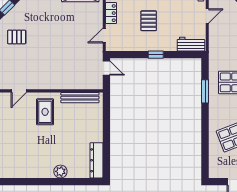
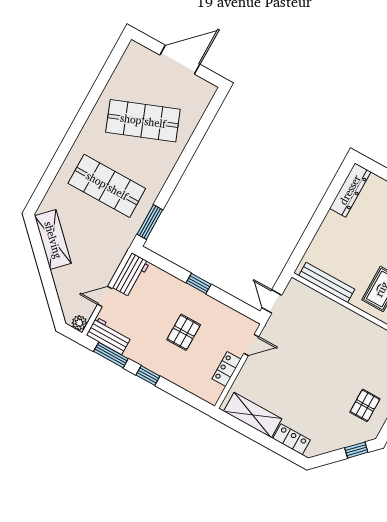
pallet: (17, 37) -> (365, 405), turned 90
workbench: (191, 44) -> (131, 275), moved, turned -90
window: (205, 91) -> (150, 222), moved

